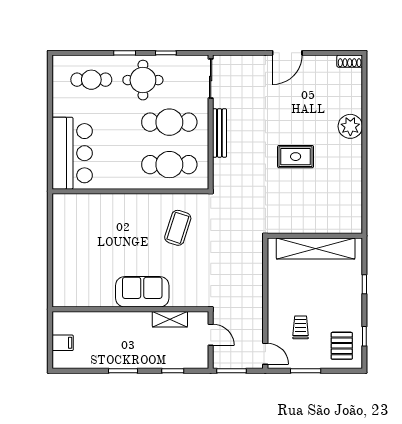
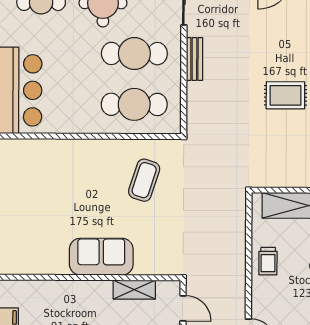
bench: (219, 133) -> (194, 59), width x0.73
trolley: (301, 327) -> (268, 261), moved, turned 180

